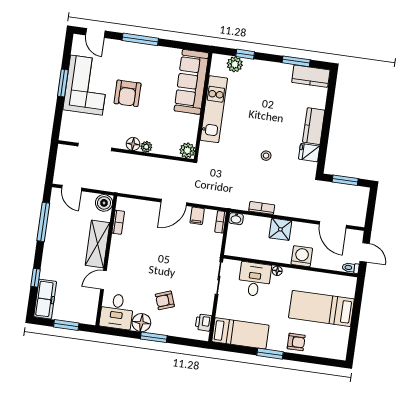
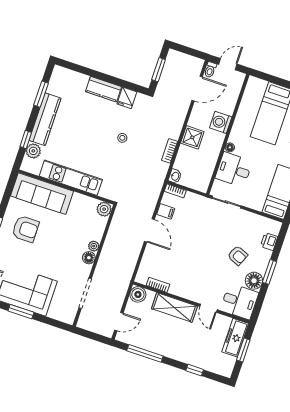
kitchen counter: (311, 76) -> (45, 119), moved, width x1.50
armchair: (128, 93) -> (25, 229), moved
toilet: (351, 268) -> (210, 70), moved
freezer: (45, 299) -> (235, 338), moved, turned -90
armchair: (165, 300) -> (238, 255), turned -47
printer: (204, 322) -> (269, 242), moved, turned 90

